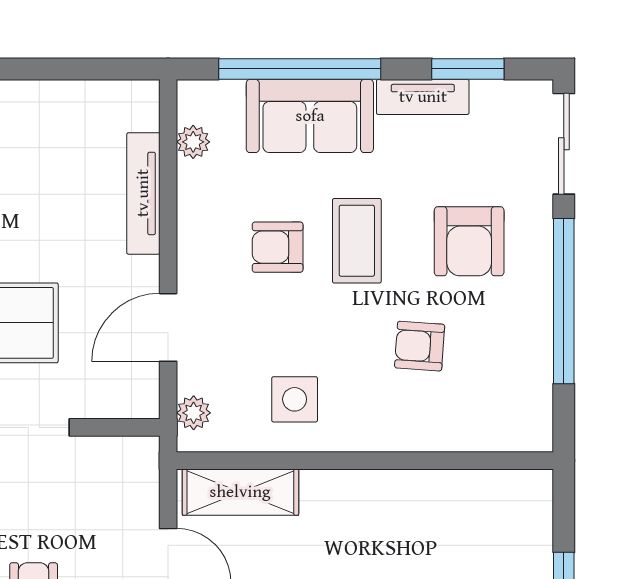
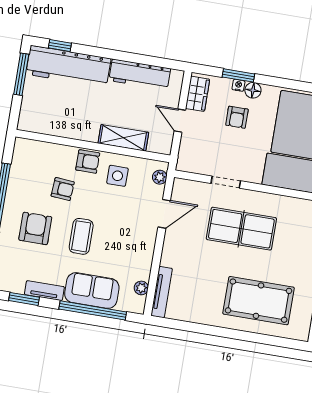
tv unit: (143, 193) -> (162, 292), moved
armchair: (278, 247) -> (88, 161), moved
shelving: (240, 492) -> (123, 138), moved

